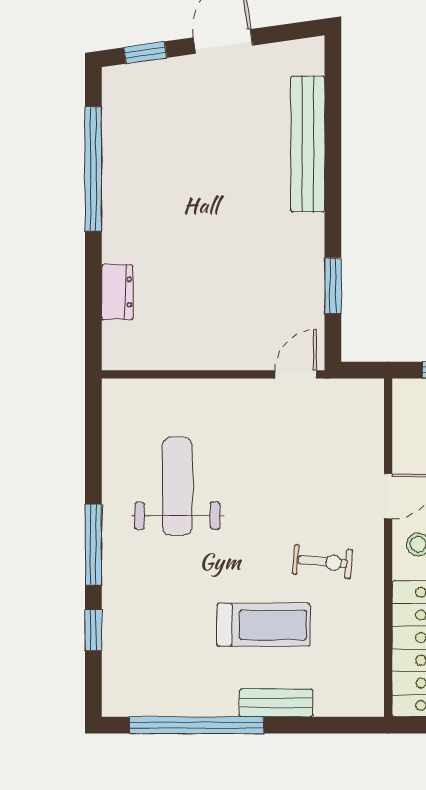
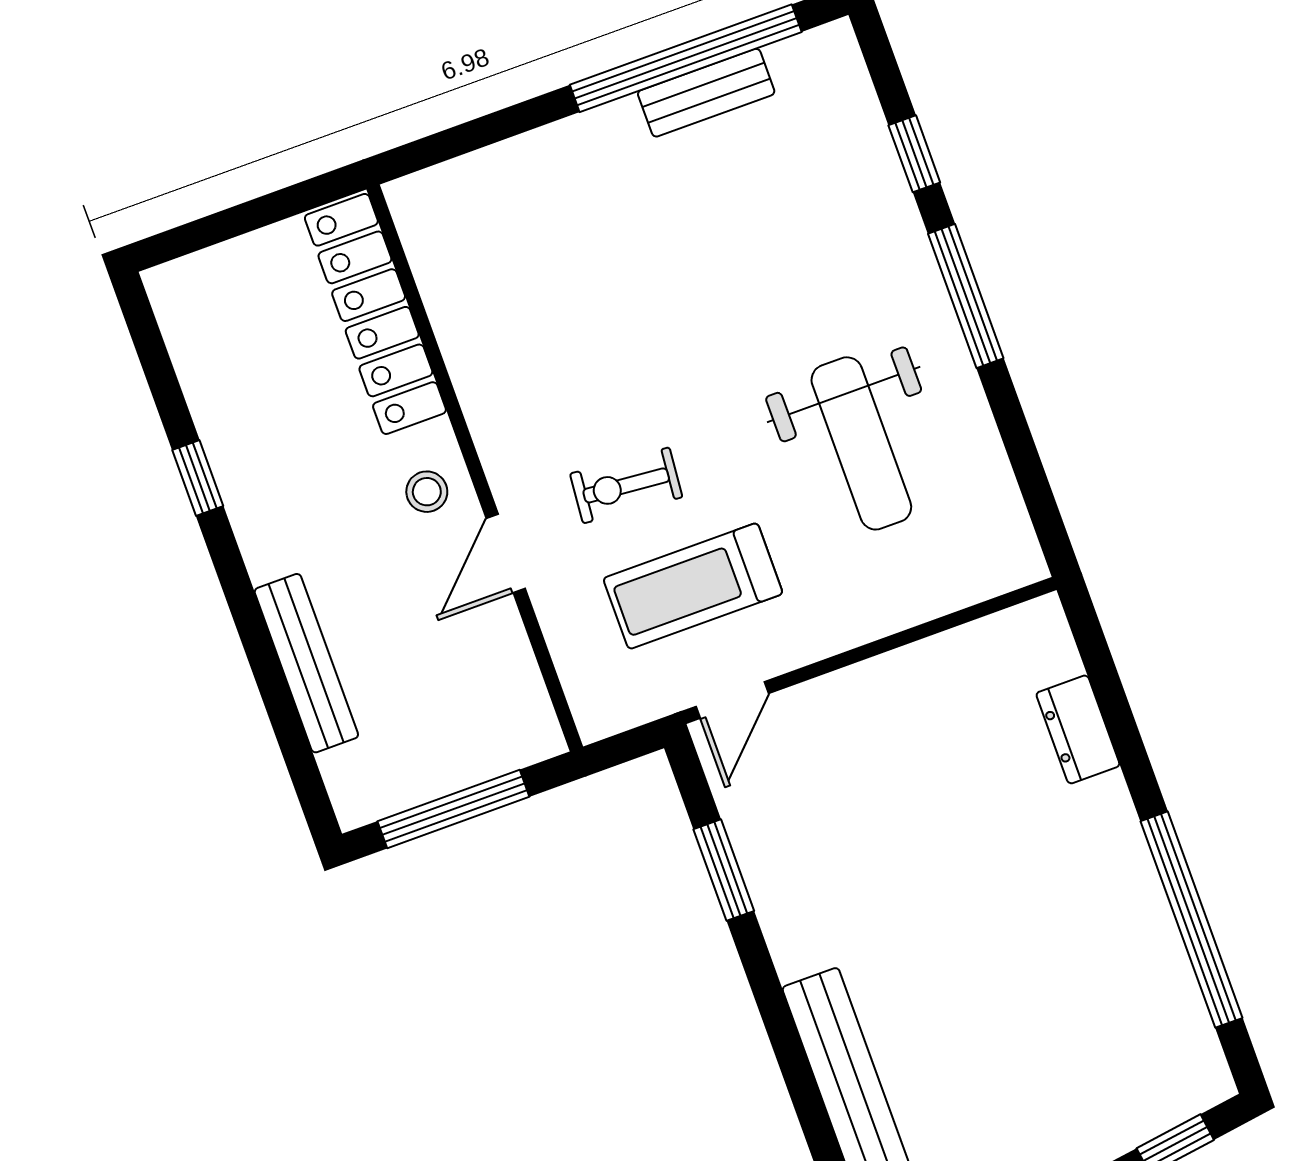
exercise bike: (323, 562) -> (626, 485), moved
treadmill: (264, 625) -> (693, 586), moved
bench: (276, 703) -> (706, 93), moved

